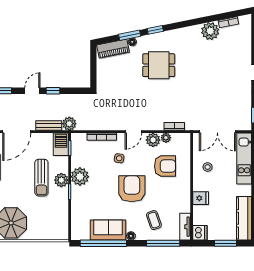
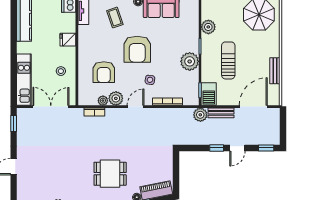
armchair: (165, 166) -> (104, 72), turned -90
plant: (61, 180) -> (208, 27), moved

